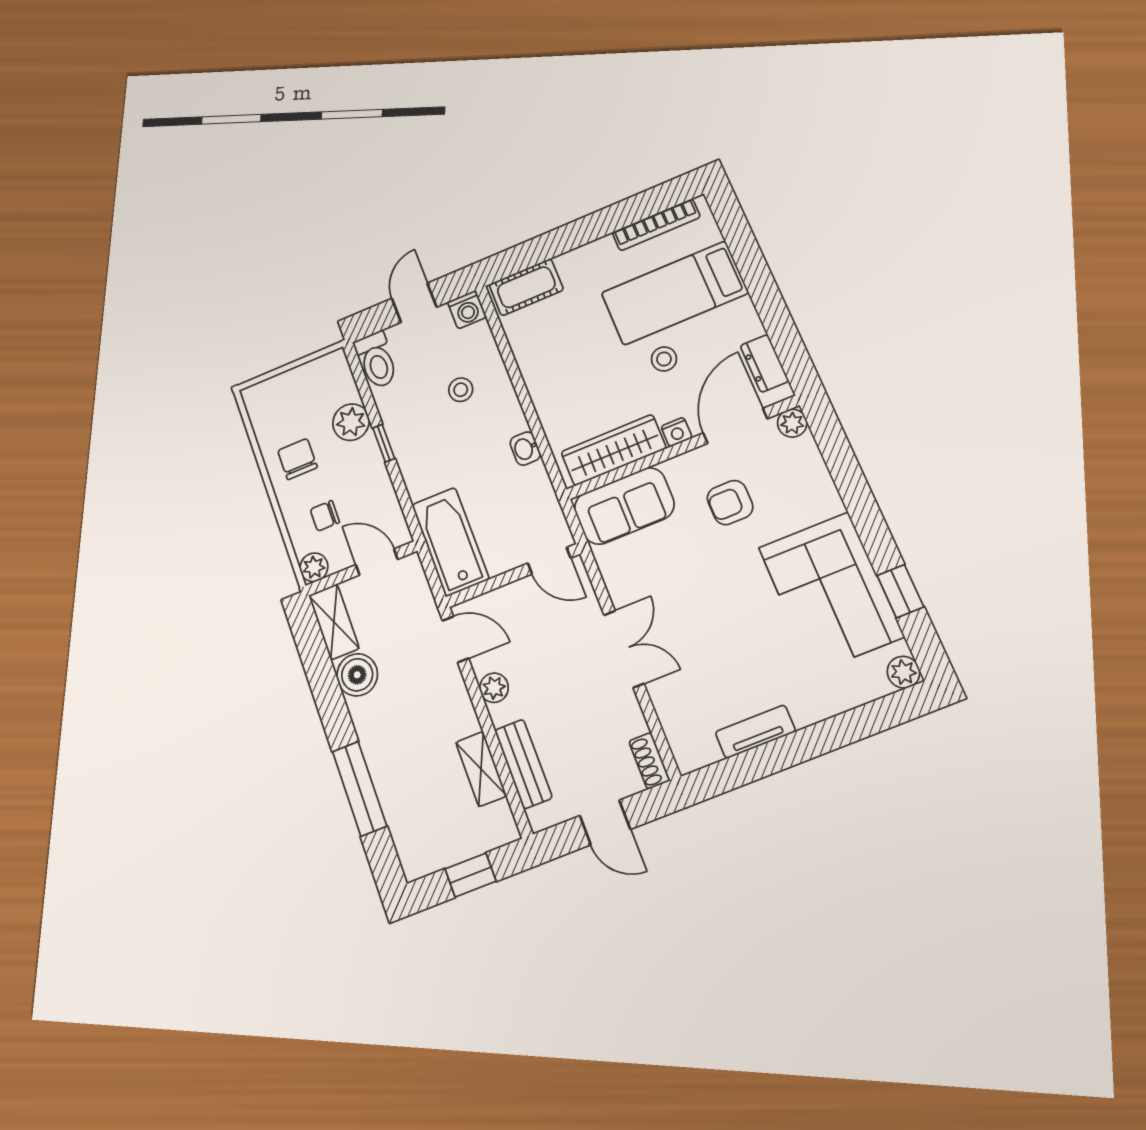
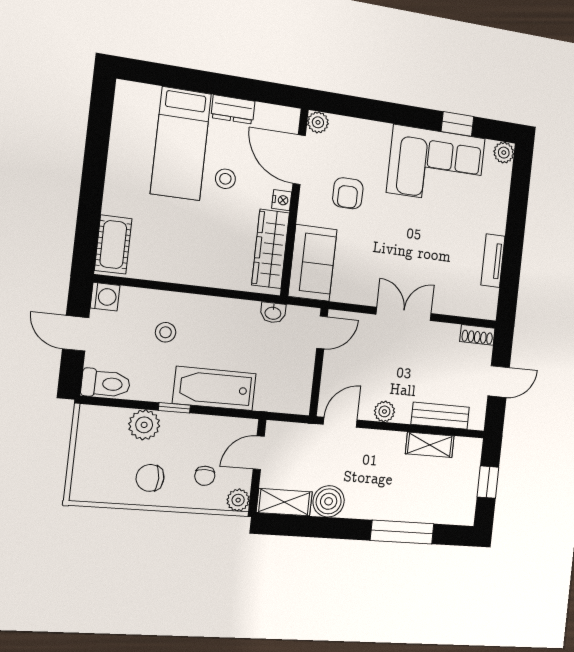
bookcase: (656, 225) -> (120, 126), removed
dresser: (764, 363) -> (233, 109), moved
washbasin: (525, 448) -> (273, 313), moved
bathtub: (450, 542) -> (214, 388), moved

